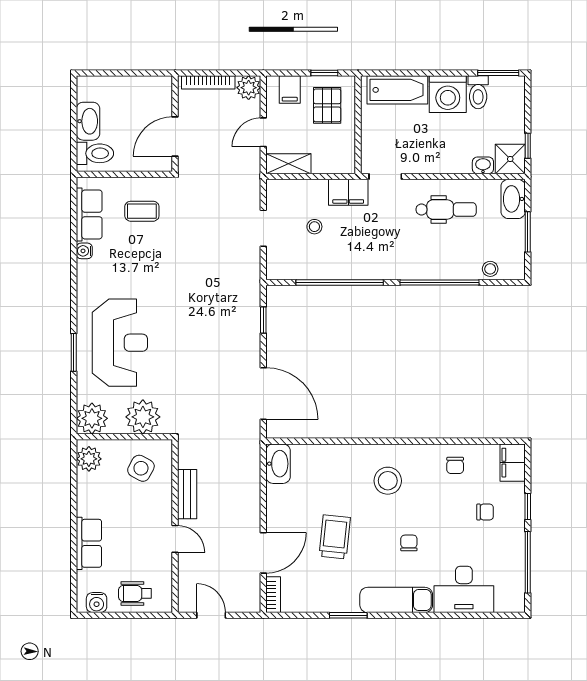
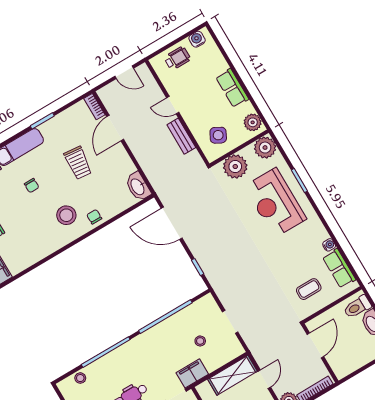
shelving: (288, 164) -> (232, 375), width x1.50, depth x1.33
chair: (455, 465) -> (94, 217), moved
row of seats: (89, 543) -> (232, 88), moved

